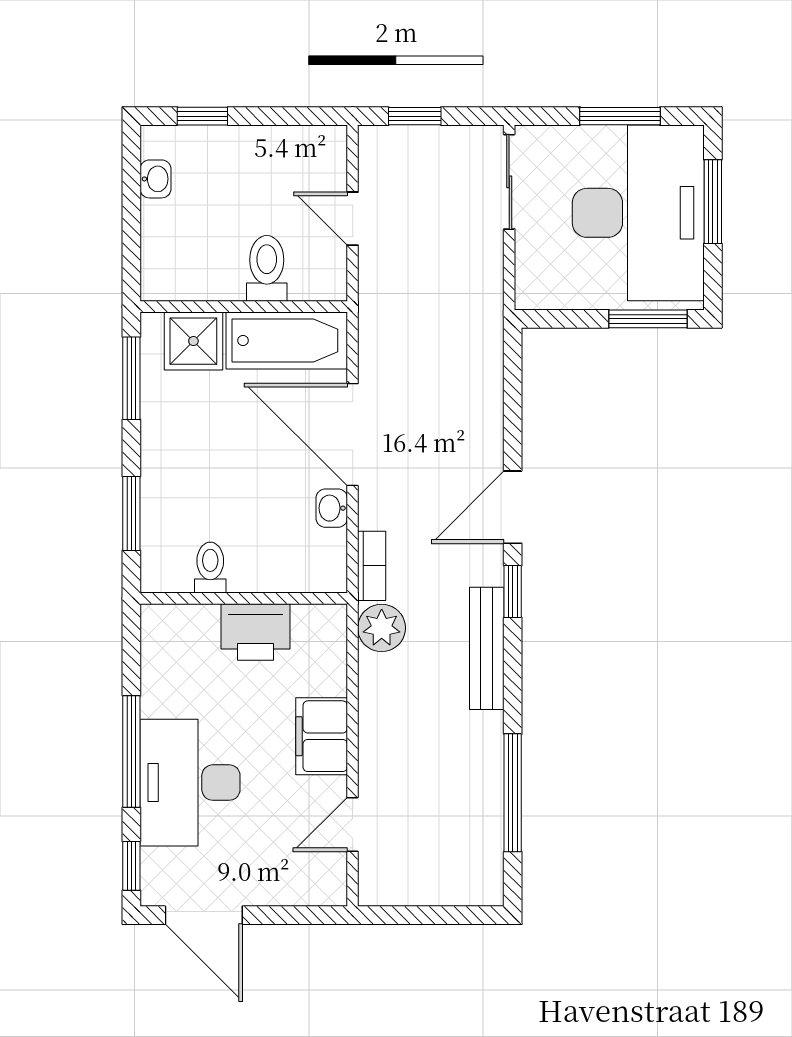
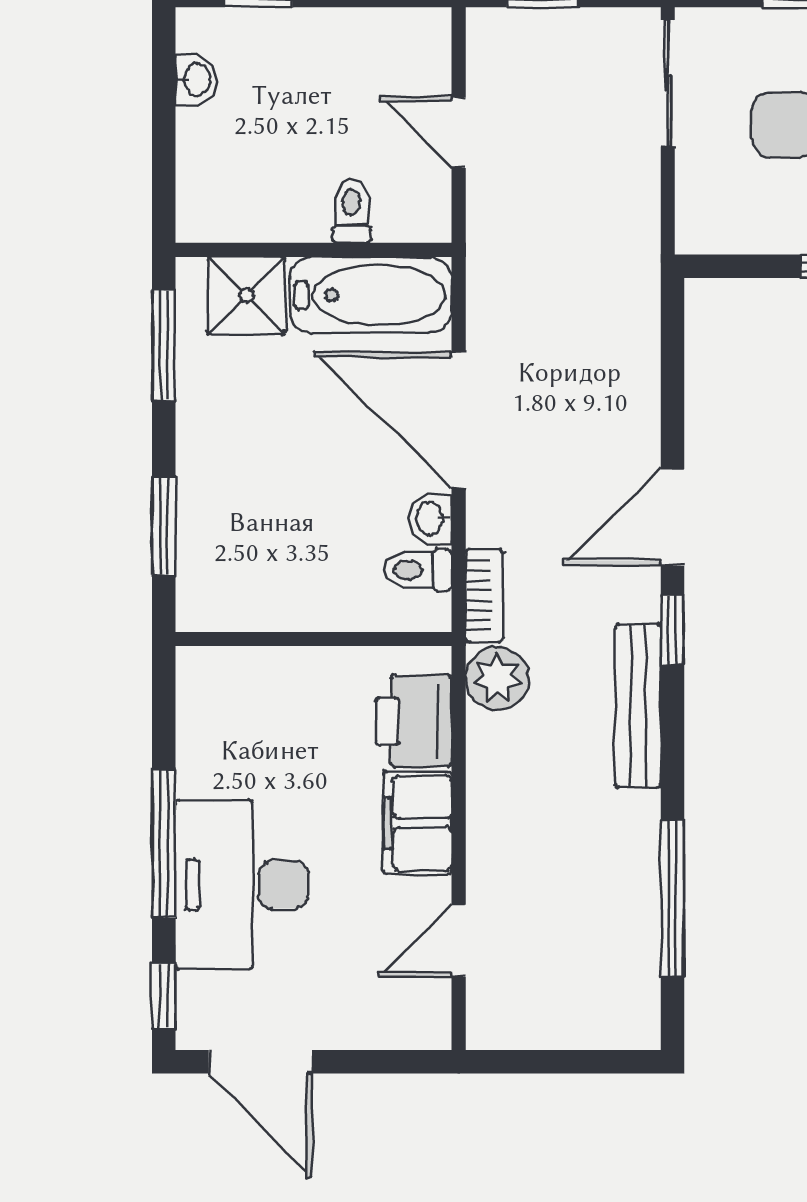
toilet: (267, 268) -> (352, 211), width x0.73, depth x0.72
toilet: (210, 568) -> (418, 570), moved, turned -90
printer: (256, 632) -> (414, 721), moved, turned 90

